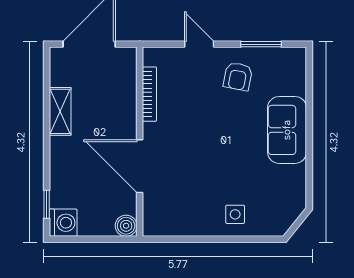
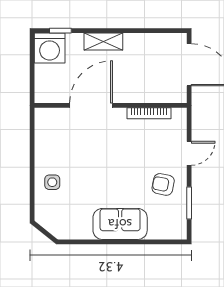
shelving: (60, 111) -> (103, 42), moved
washing machine: (63, 223) -> (50, 48), width x1.37, depth x1.37
boiler: (126, 226) -> (43, 95), removed

